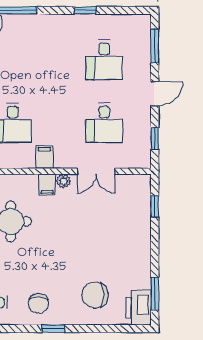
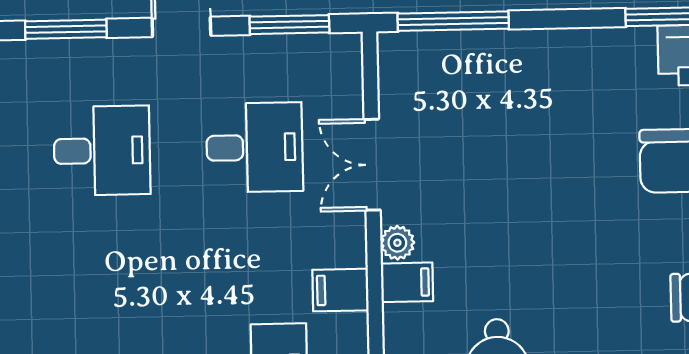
window: (155, 138) -> (289, 25), width x1.50
double door: (96, 171) -> (372, 165), swing flipped
window: (155, 206) -> (453, 21), width x2.17

